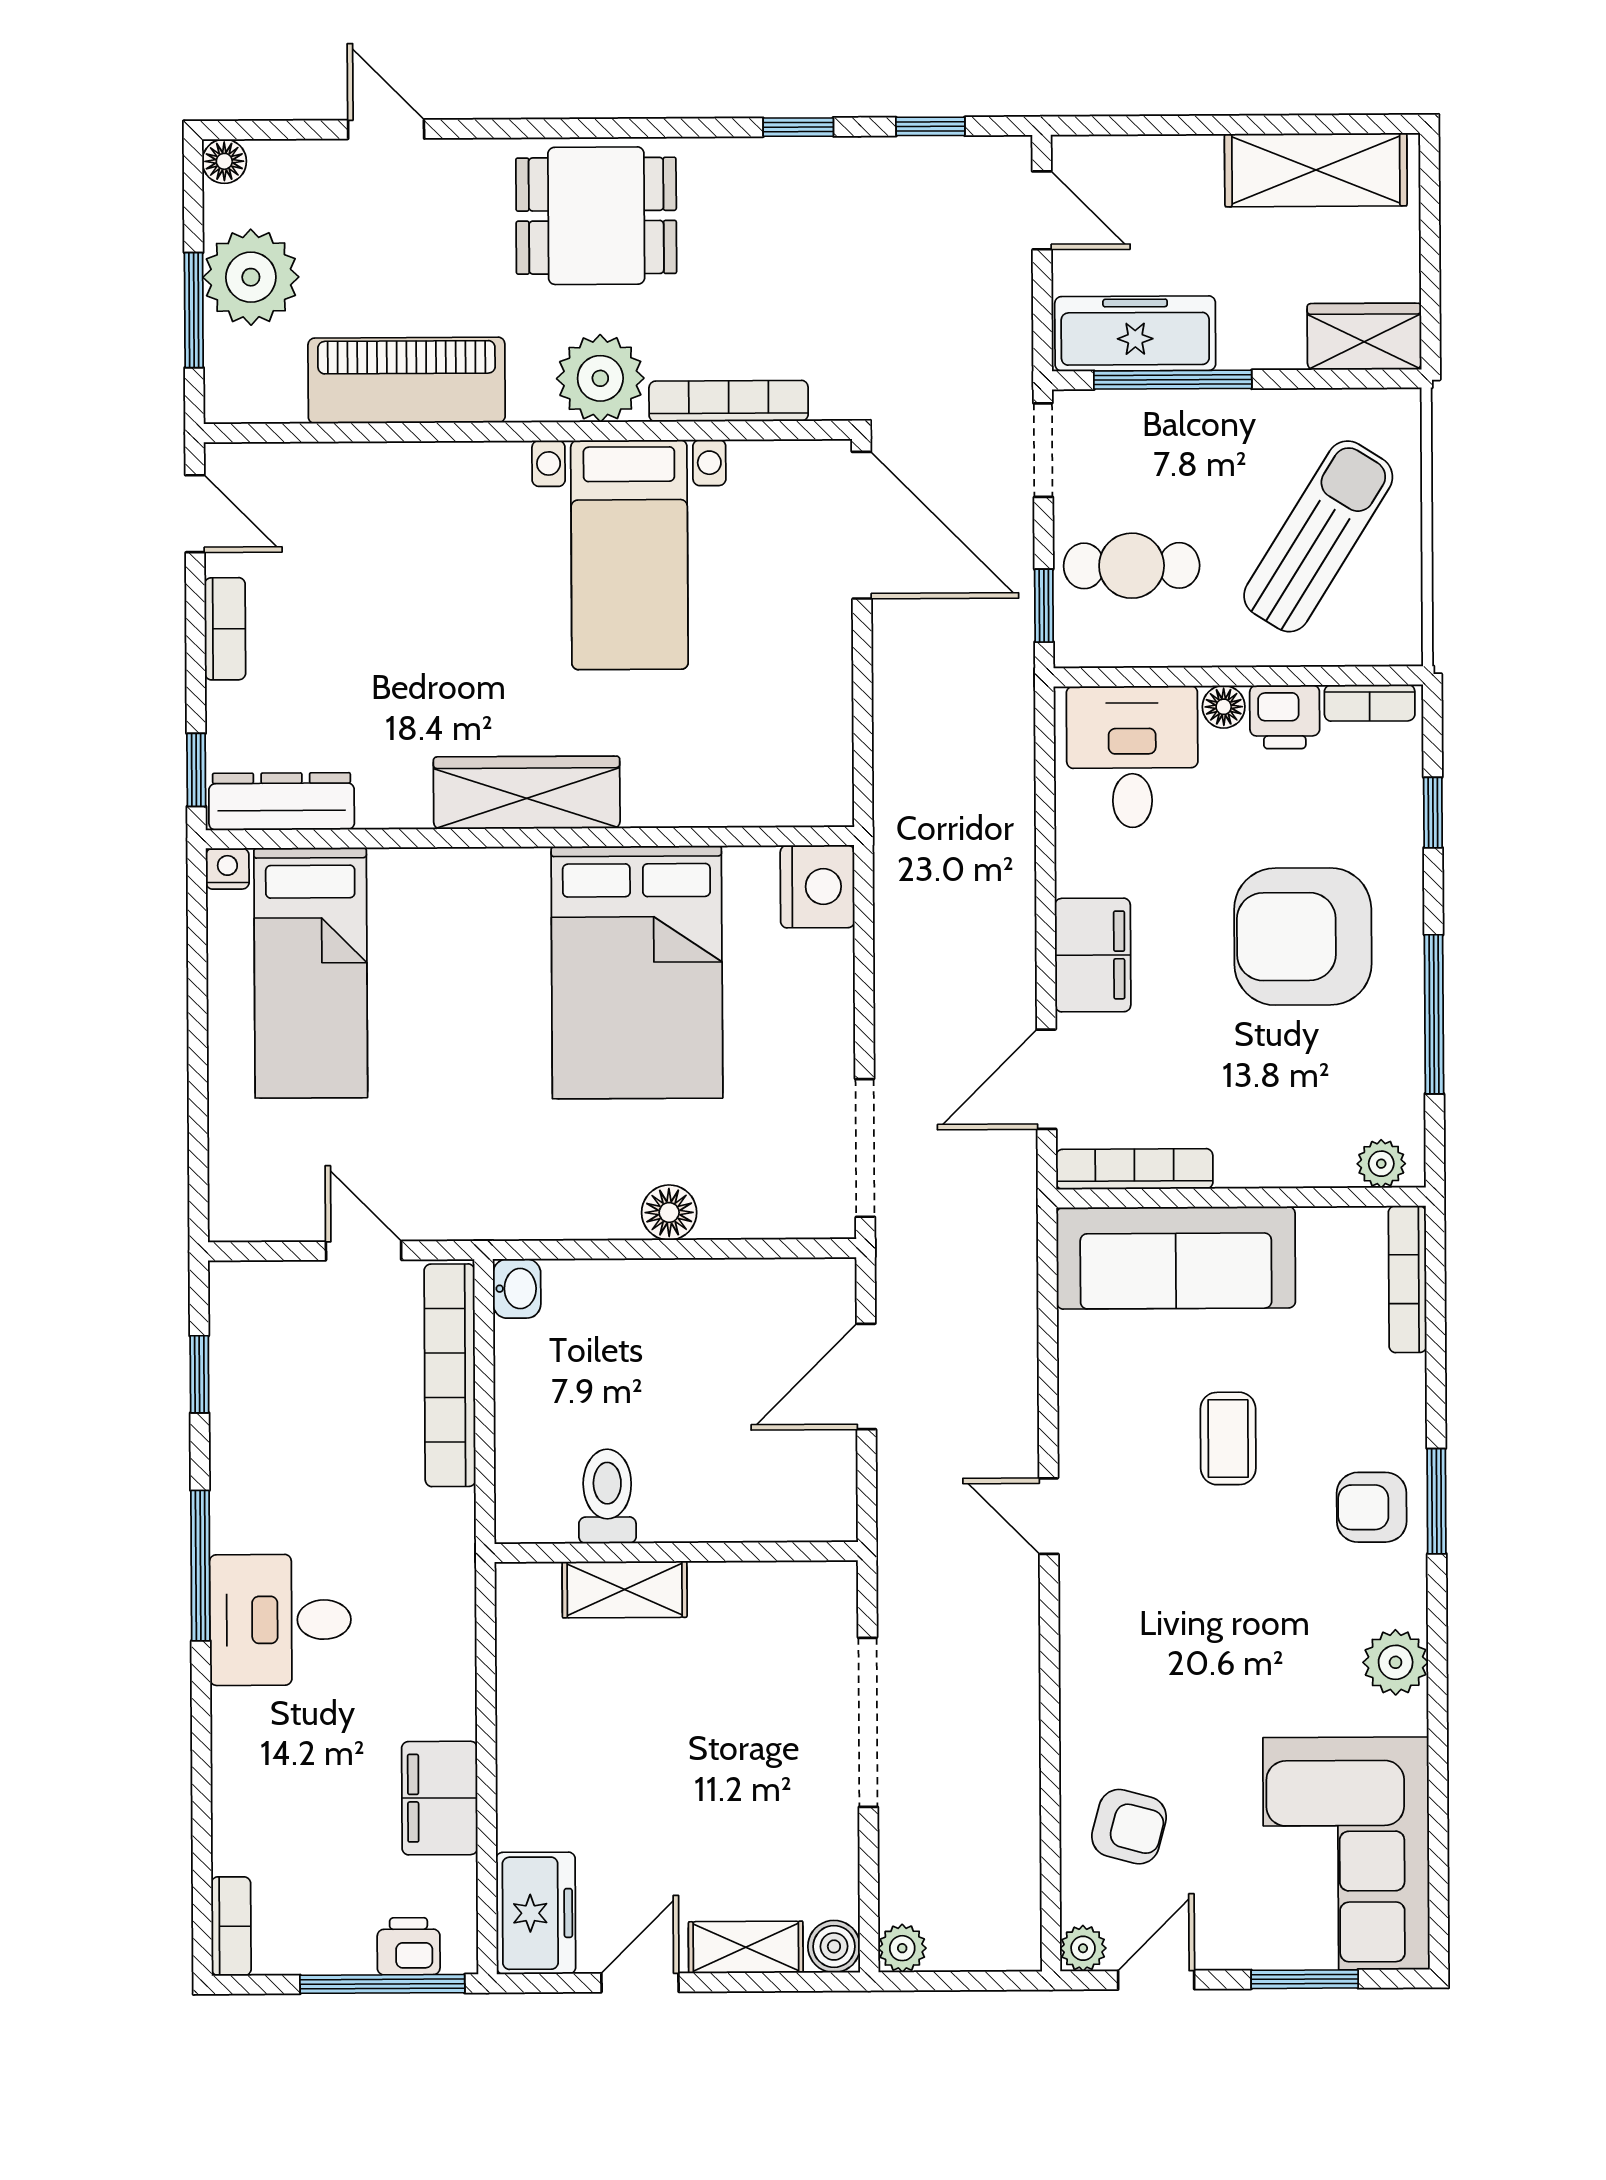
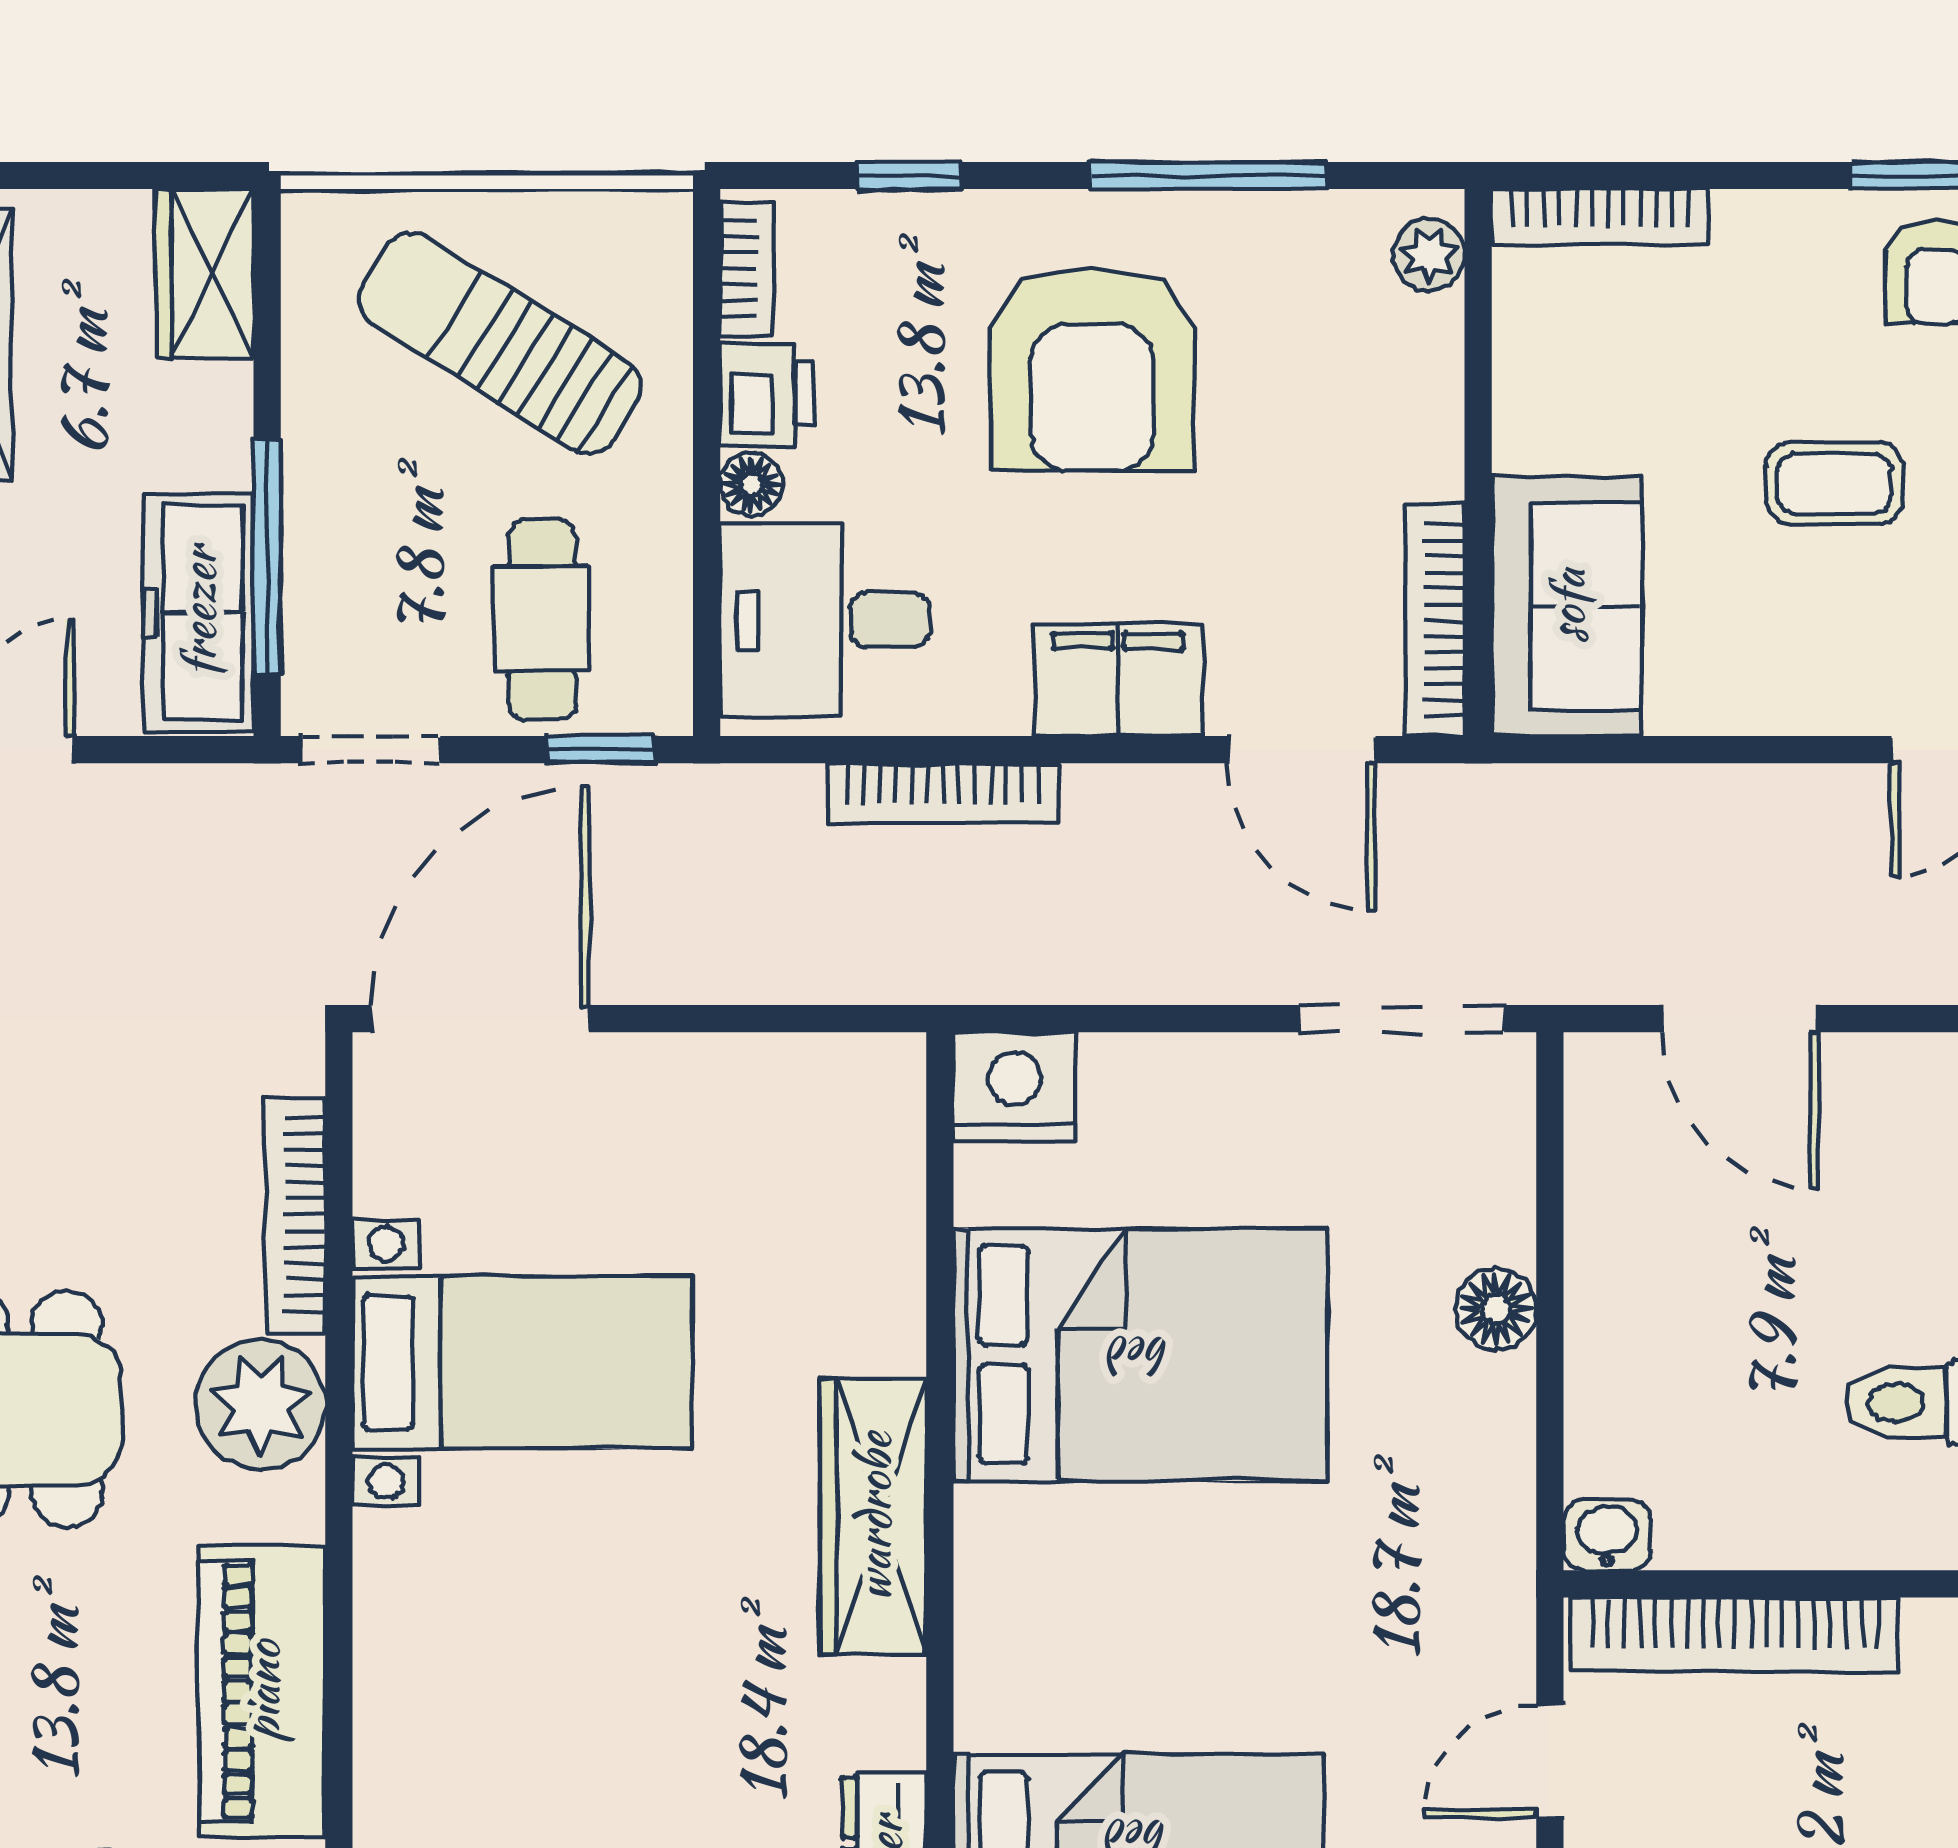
bookcase: (1016, 837) -> (943, 793), added
sofa: (1176, 1258) -> (1567, 606), width x0.73

